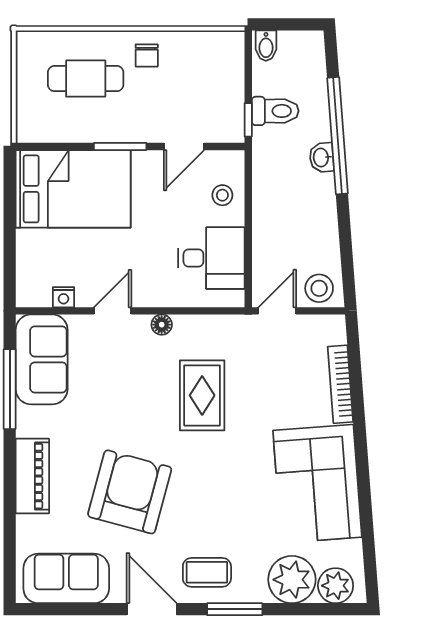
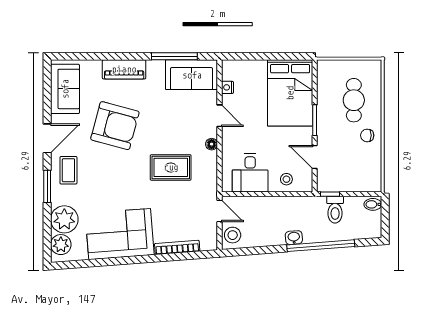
washbasin: (322, 157) -> (294, 238), moved

